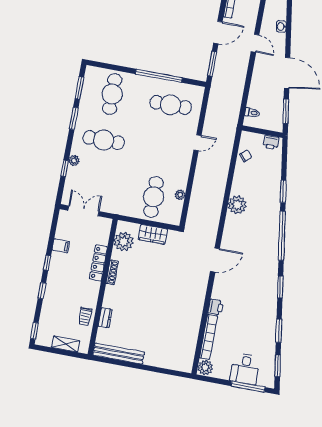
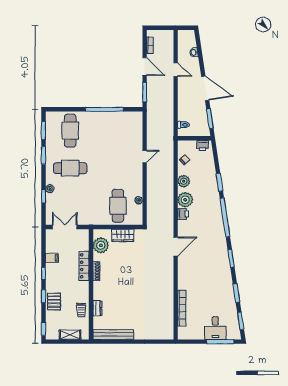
door: (218, 33) -> (145, 67), hinge flipped
cafe table: (171, 105) -> (118, 131), removed
pallet: (54, 300) -> (54, 301), added
printer: (216, 307) -> (183, 214), moved
plant: (205, 368) -> (184, 181), moved

